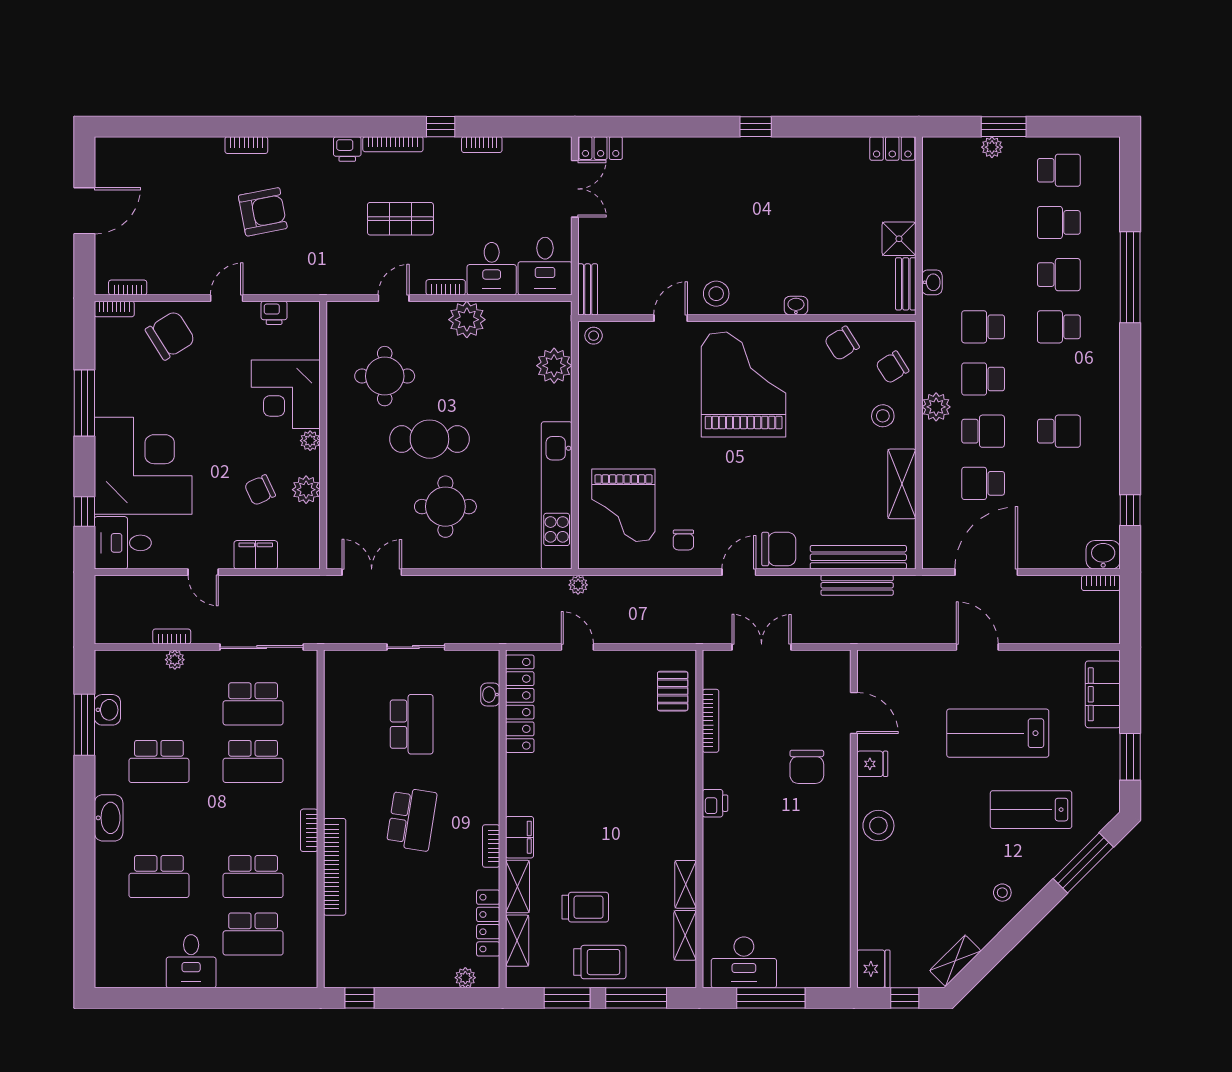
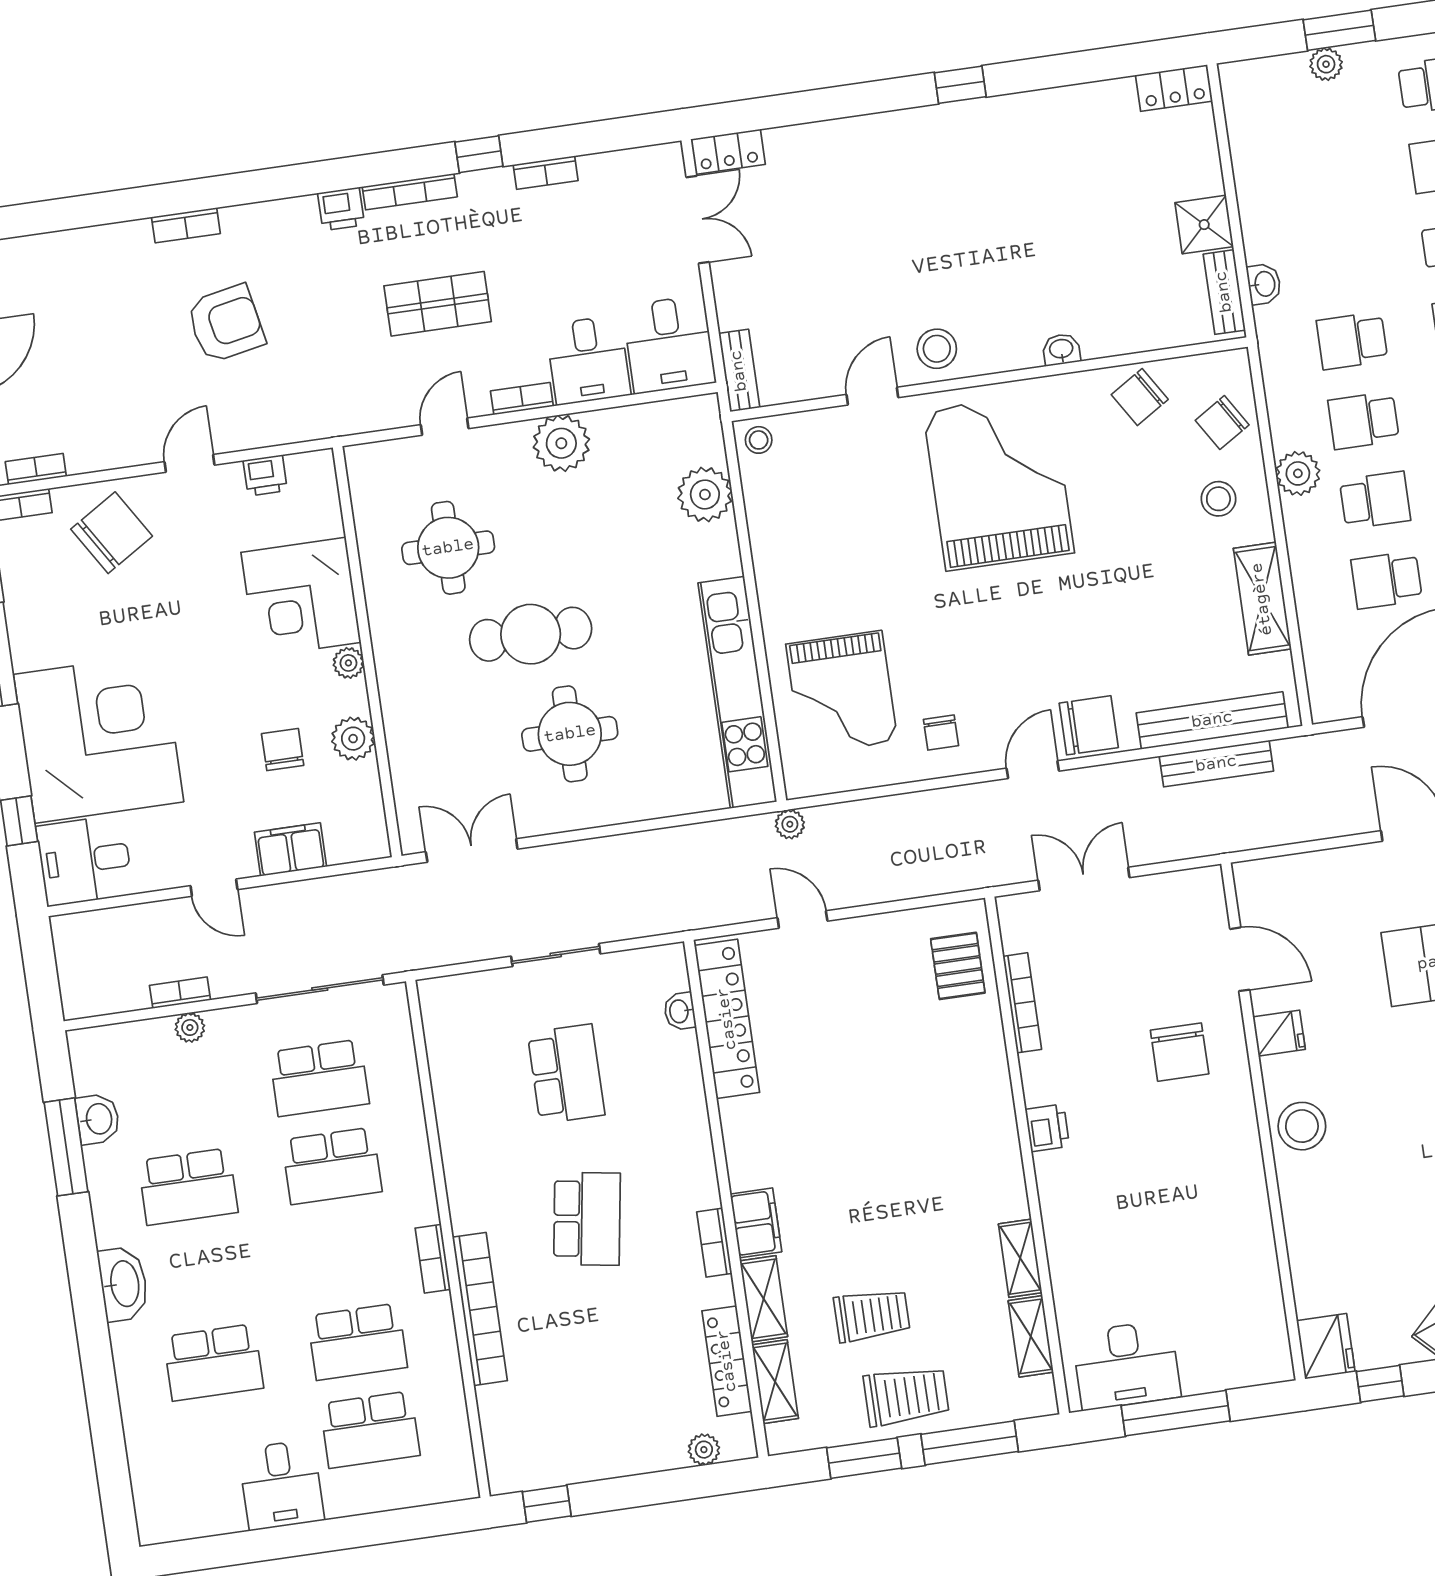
chair: (260, 490) -> (283, 750), turned 115

